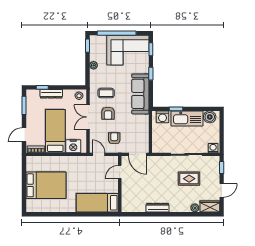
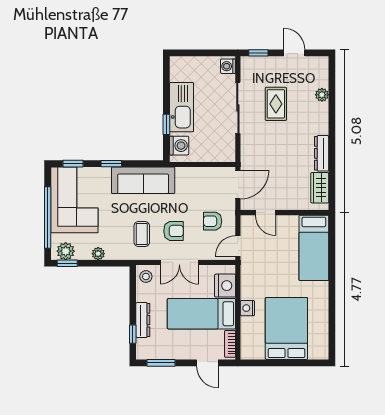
plant: (95, 45) -> (66, 251), added
boiler: (210, 117) -> (179, 72), removed
nightstand: (59, 160) -> (247, 308), added
wardrobe: (210, 207) -> (320, 188), moved

